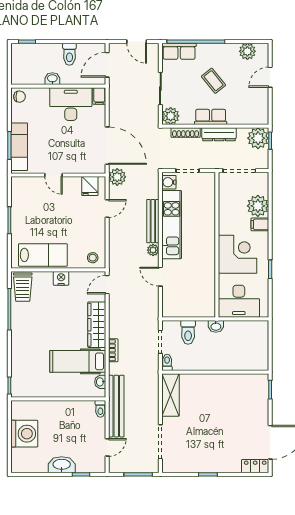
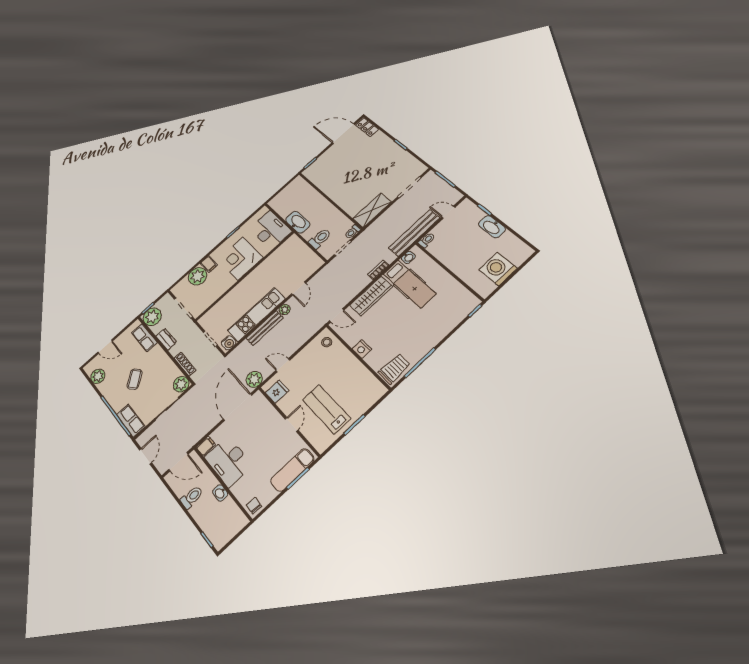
row of seats: (211, 117) -> (144, 338), moved
dresser: (219, 134) -> (166, 339), width x0.70
lab bench: (43, 255) -> (326, 409), moved
washbasin: (216, 326) -> (298, 222), width x1.91, depth x1.45

